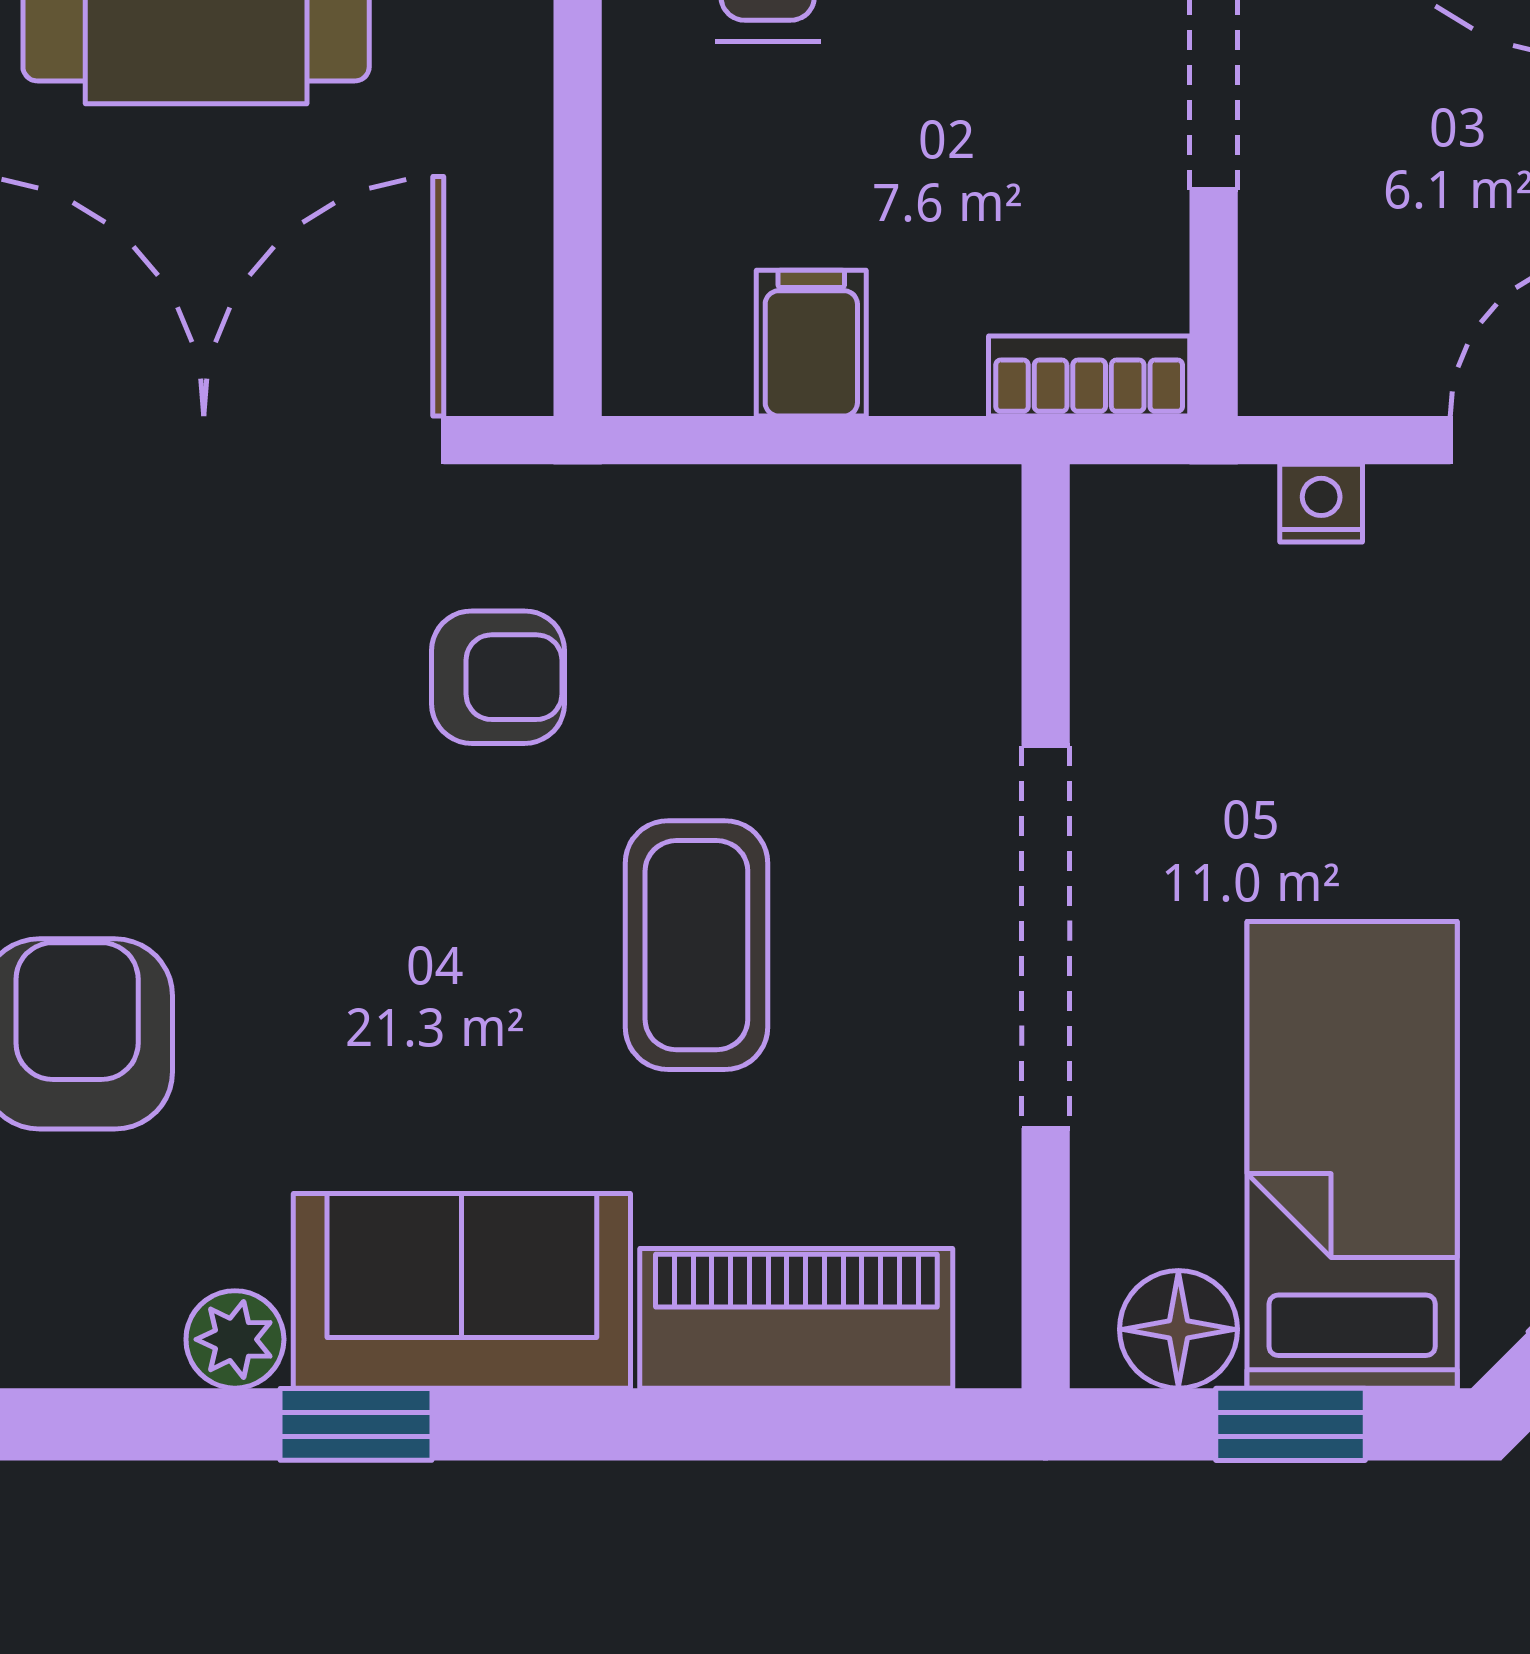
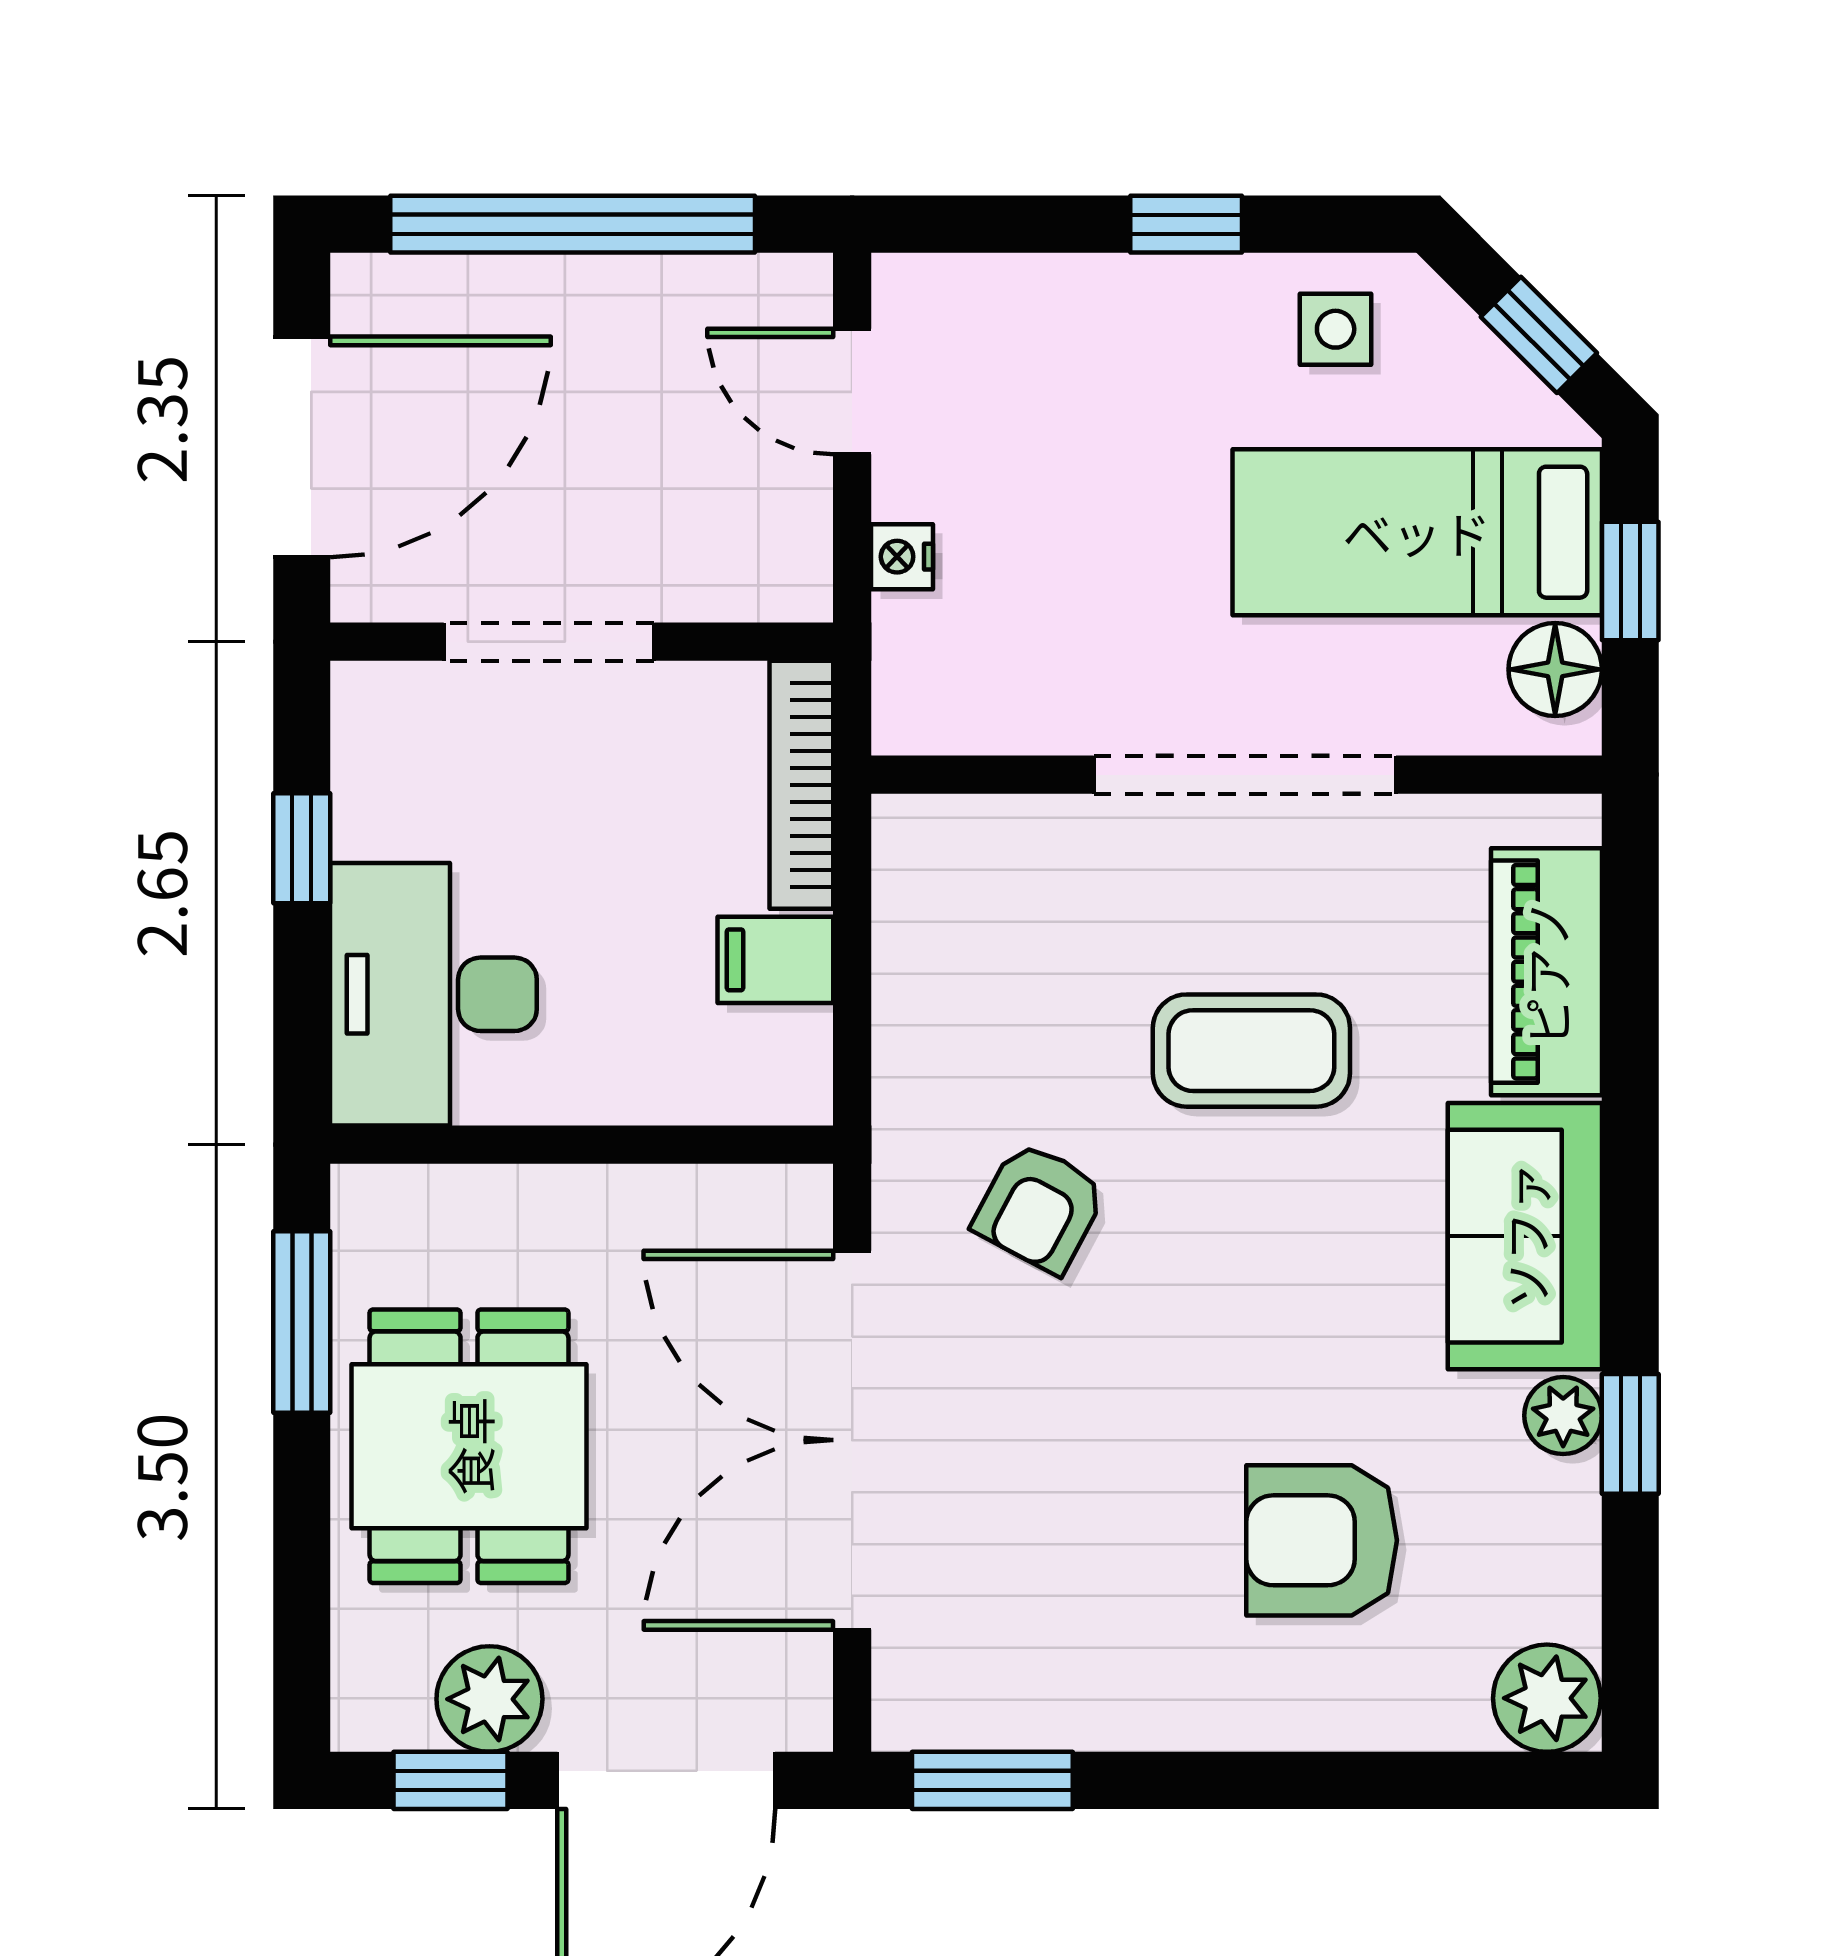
bookcase: (1089, 376) -> (801, 785), width x1.56
armchair: (498, 677) -> (1040, 1207), turned -152
window: (356, 1424) -> (1630, 1434), moved

